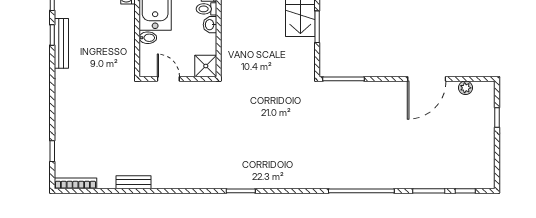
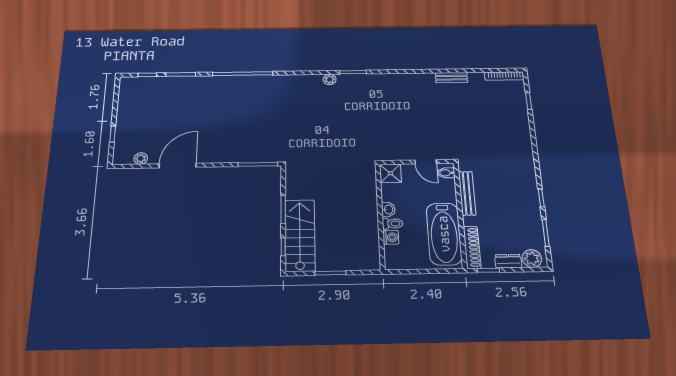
bidet: (148, 38) -> (446, 173), moved
bench: (61, 43) -> (467, 193), moved
plant: (267, 182) -> (330, 79), added

